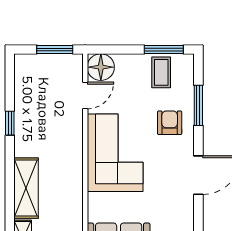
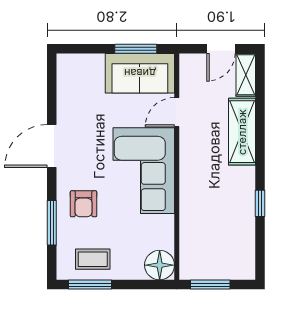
coffee table: (161, 72) -> (93, 259), turned 90
door: (85, 95) -> (177, 112), moved

